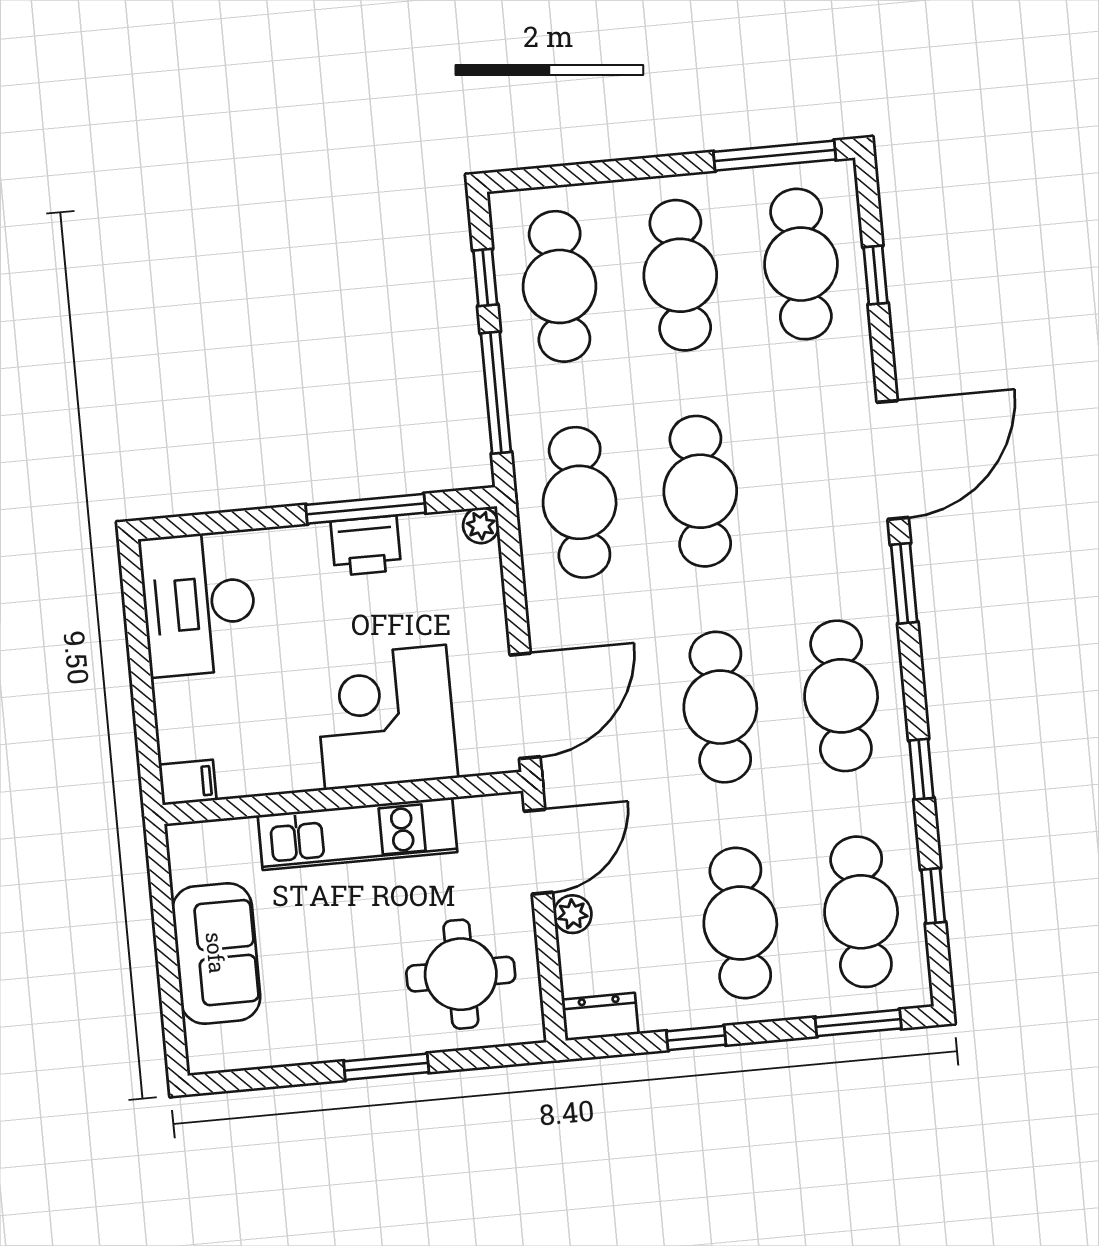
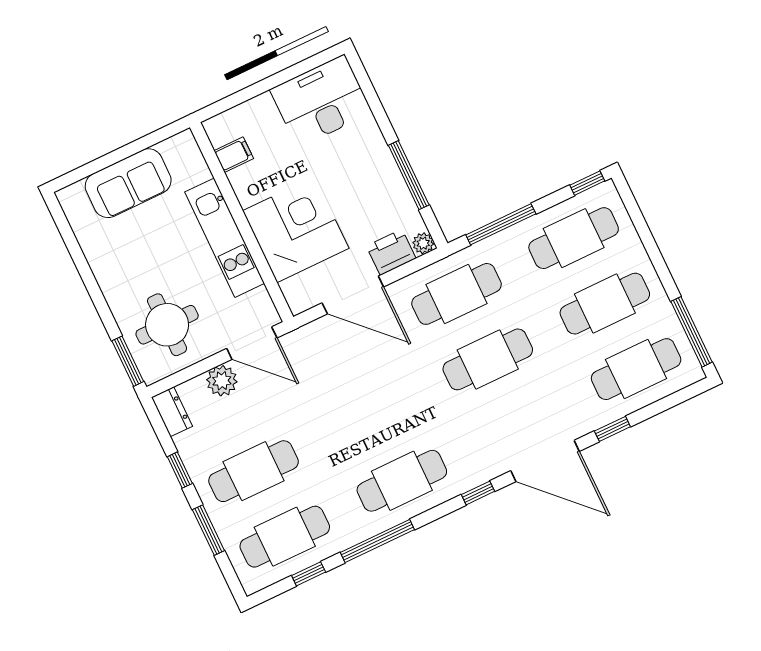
window: (875, 275) -> (612, 429), moved
window: (485, 278) -> (587, 183), moved
printer: (366, 546) -> (391, 252), moved, turned 90
window: (904, 583) -> (478, 493), width x0.67
door: (525, 706) -> (353, 295), moved
cafe table: (720, 707) -> (371, 415), removed
window: (921, 769) -> (377, 541), width x2.17
filing cabinet: (188, 782) -> (234, 155), moved, turned -90
plant: (573, 914) -> (222, 381), width x1.38, depth x1.38
window: (858, 1023) -> (208, 530), moved
window: (386, 1067) -> (128, 361), moved

